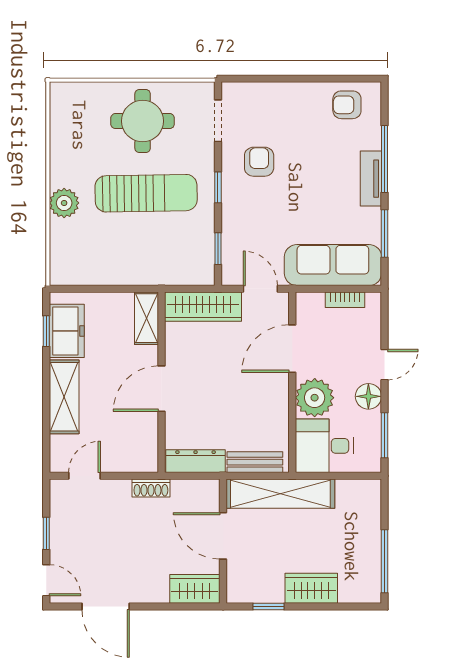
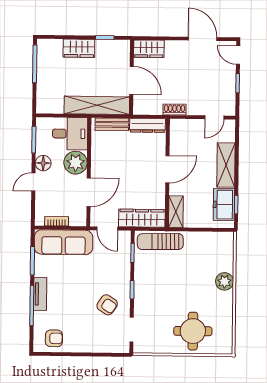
round table: (143, 121) -> (193, 331), moved
armchair: (259, 162) -> (107, 305), turned -57
sun lounger: (146, 193) -> (160, 242), moved, width x0.73, depth x0.75

